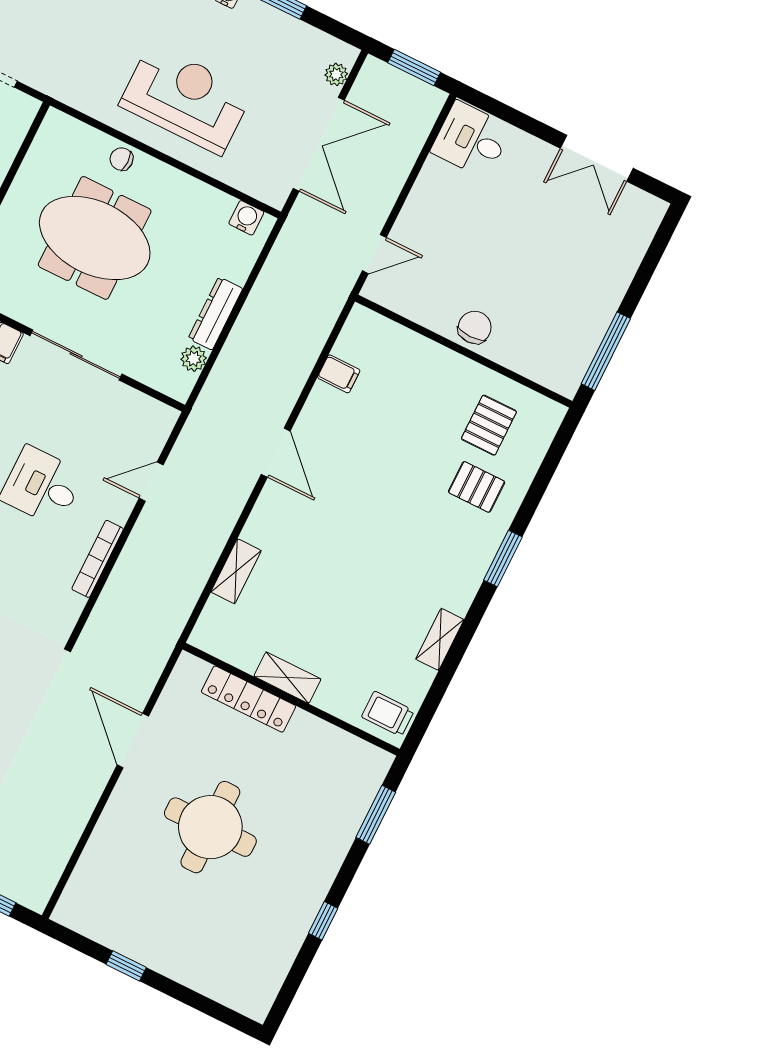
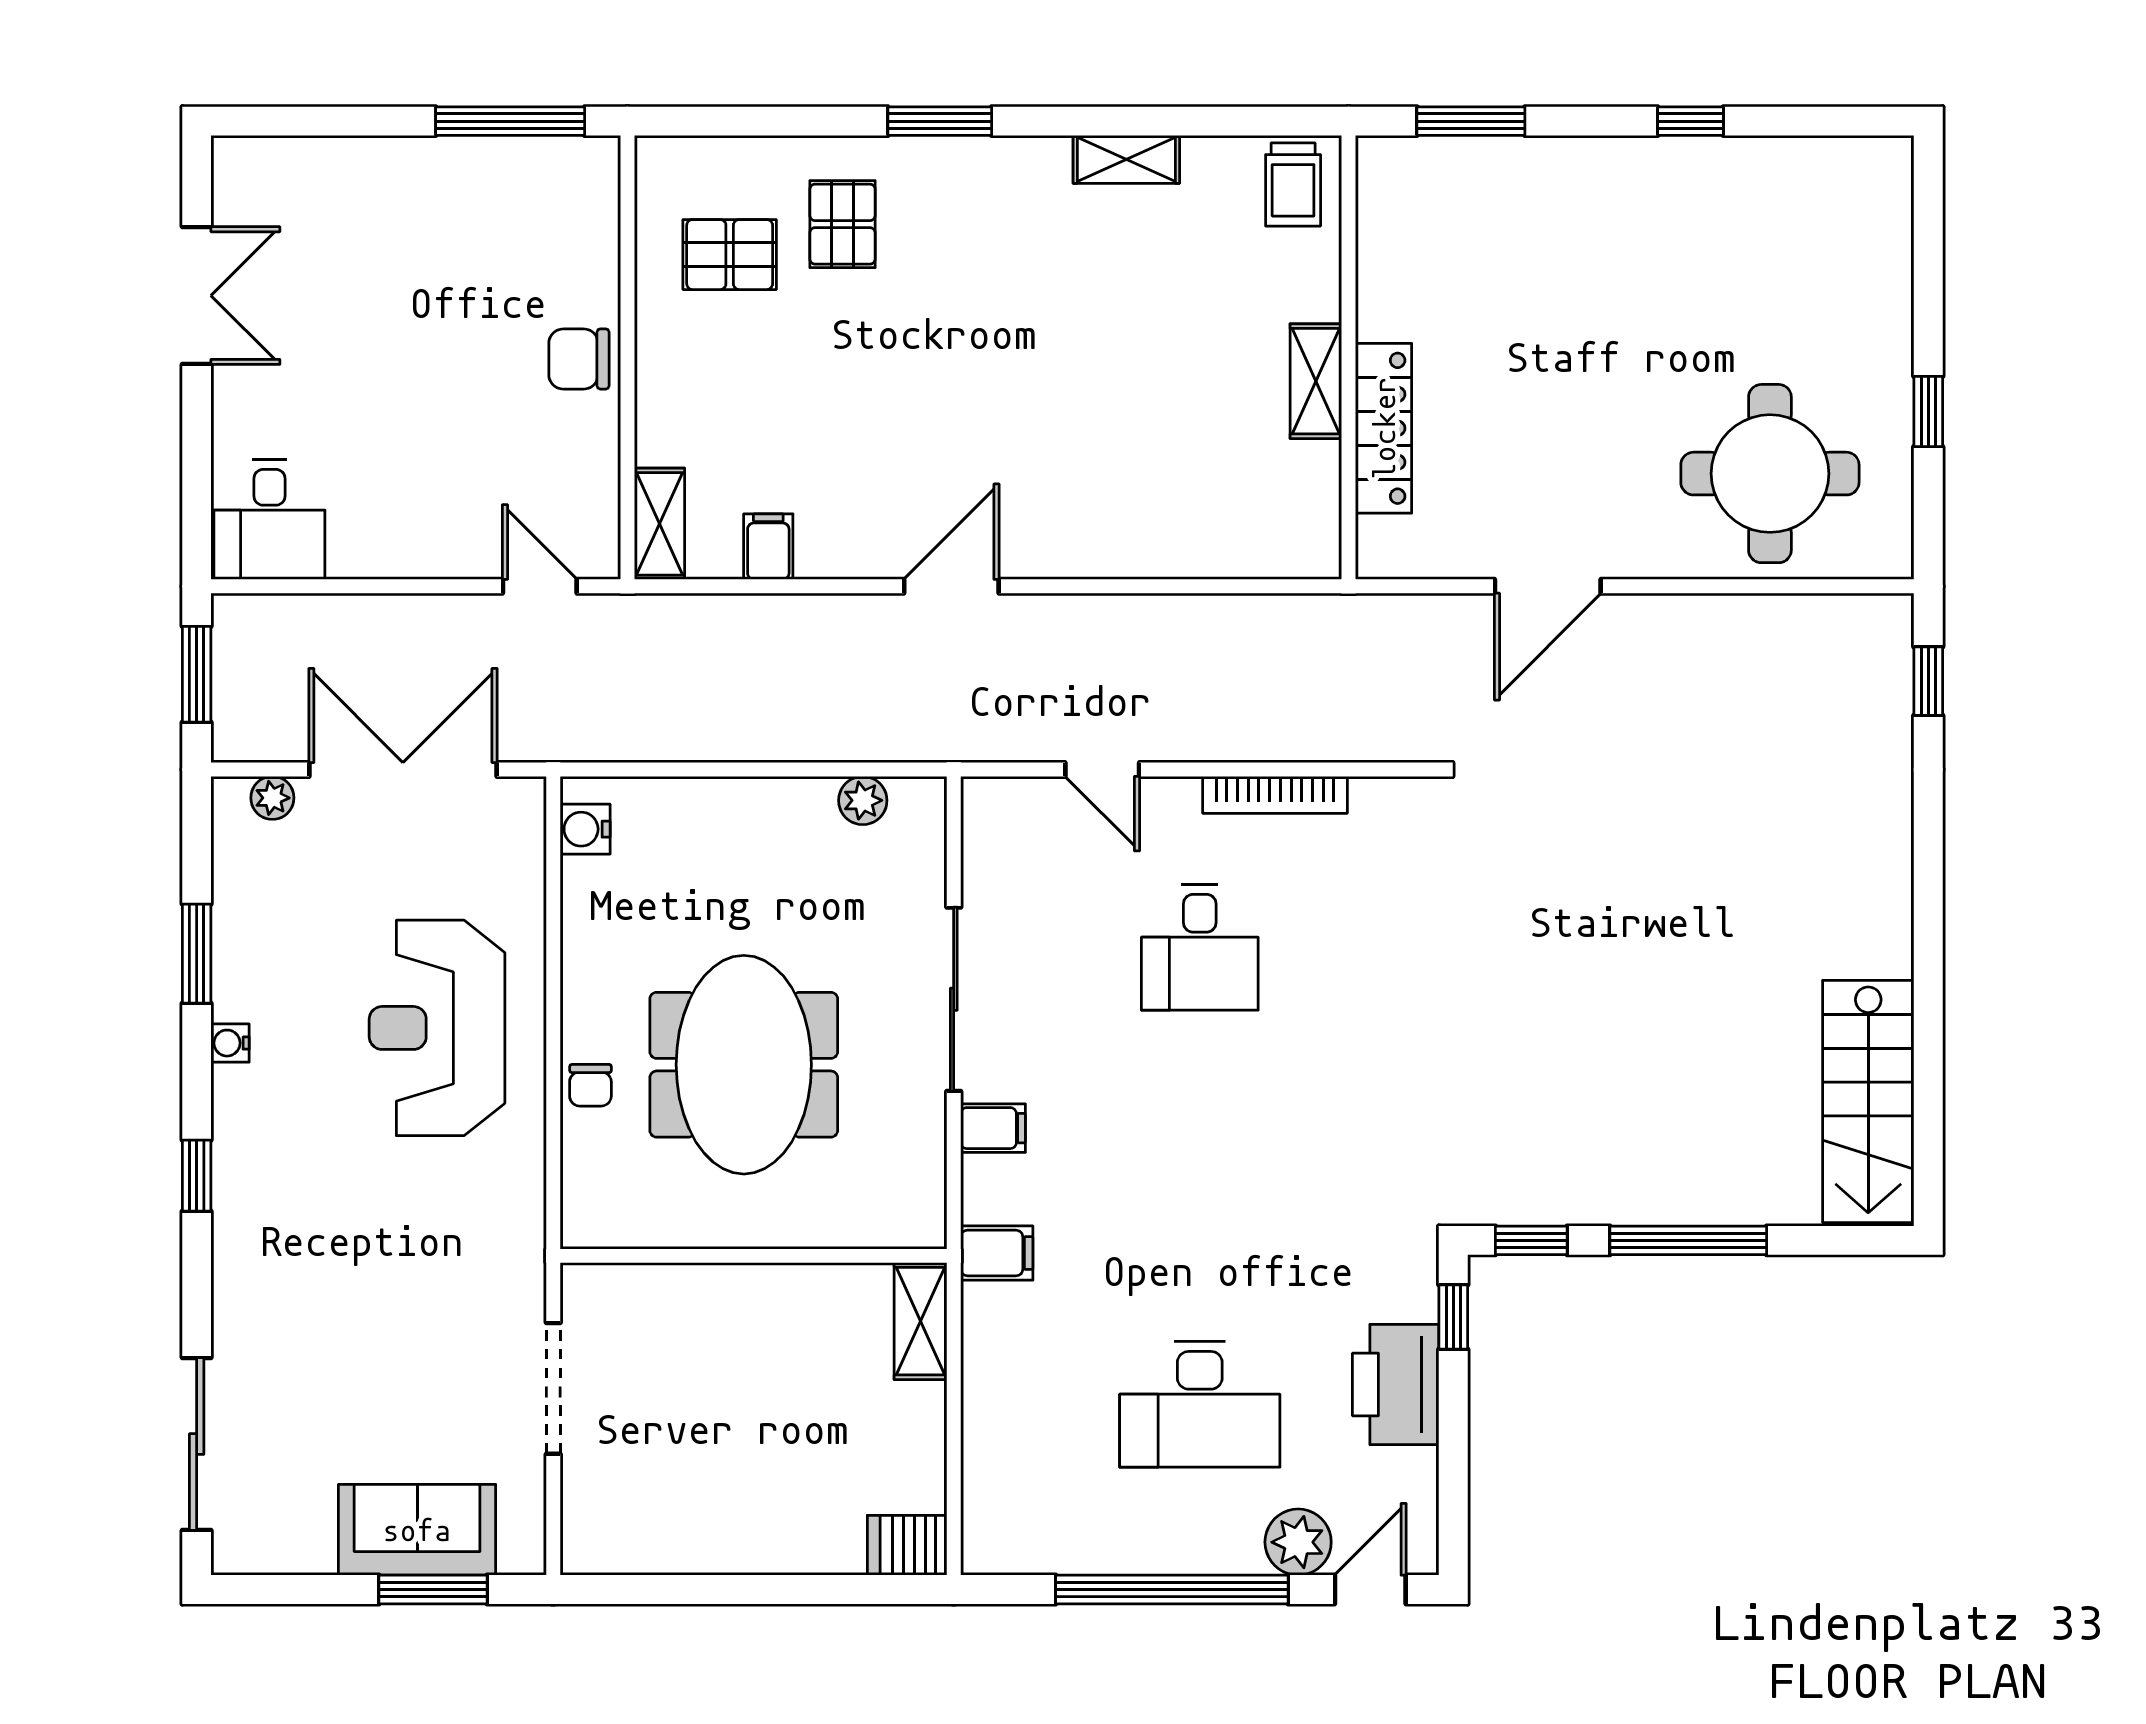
dresser: (215, 313) -> (770, 802), removed
shelving: (236, 571) -> (659, 524), moved, turned 90
round table: (210, 827) -> (1770, 474), moved

